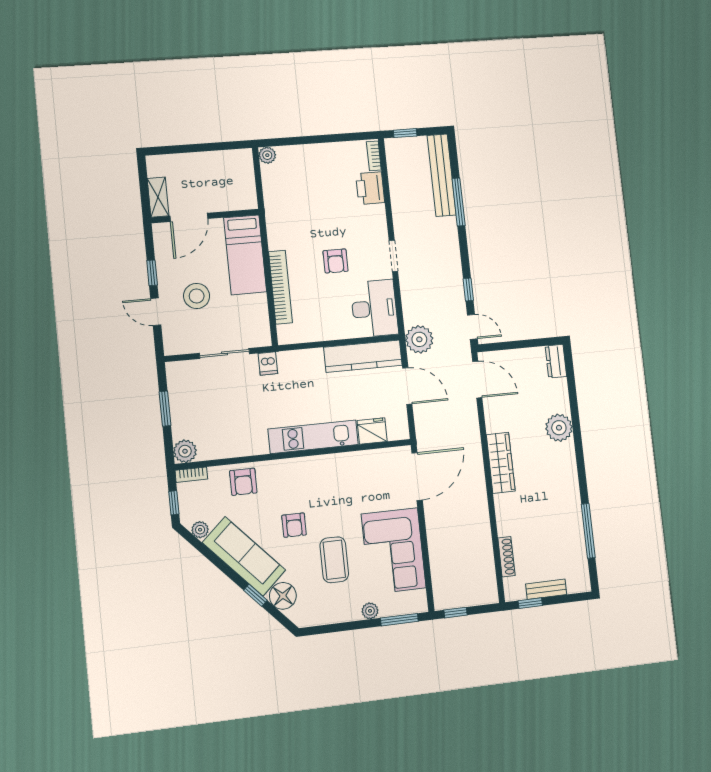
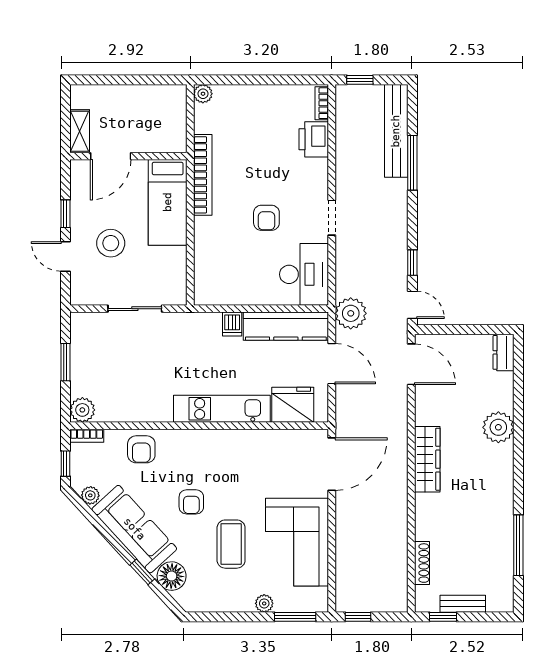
bookcase: (280, 287) -> (203, 175), moved
dishwasher: (268, 364) -> (232, 324), moved
fridge: (372, 431) -> (293, 405), width x1.36, depth x1.34

